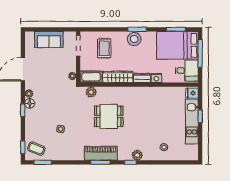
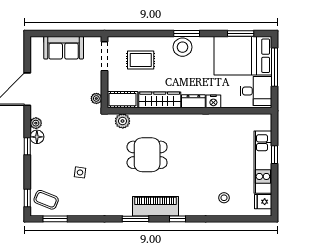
rug: (104, 48) -> (141, 60), turned 90
fridge: (192, 93) -> (263, 202), moved
piano: (101, 153) -> (155, 206), moved
plant: (137, 155) -> (187, 209), removed

